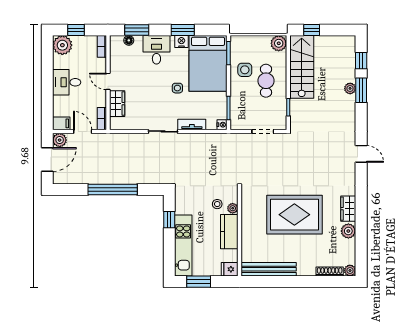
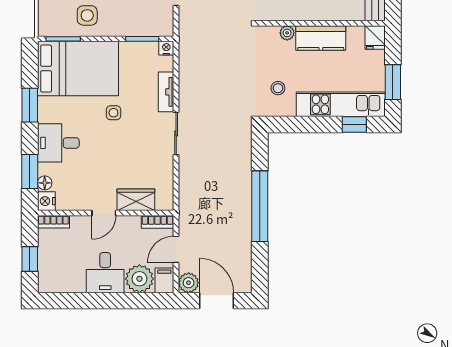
nightstand: (181, 42) -> (46, 201), moved
plant: (62, 45) -> (139, 279), moved
stool: (217, 204) -> (278, 88), moved
window: (169, 220) -> (354, 125), moved

